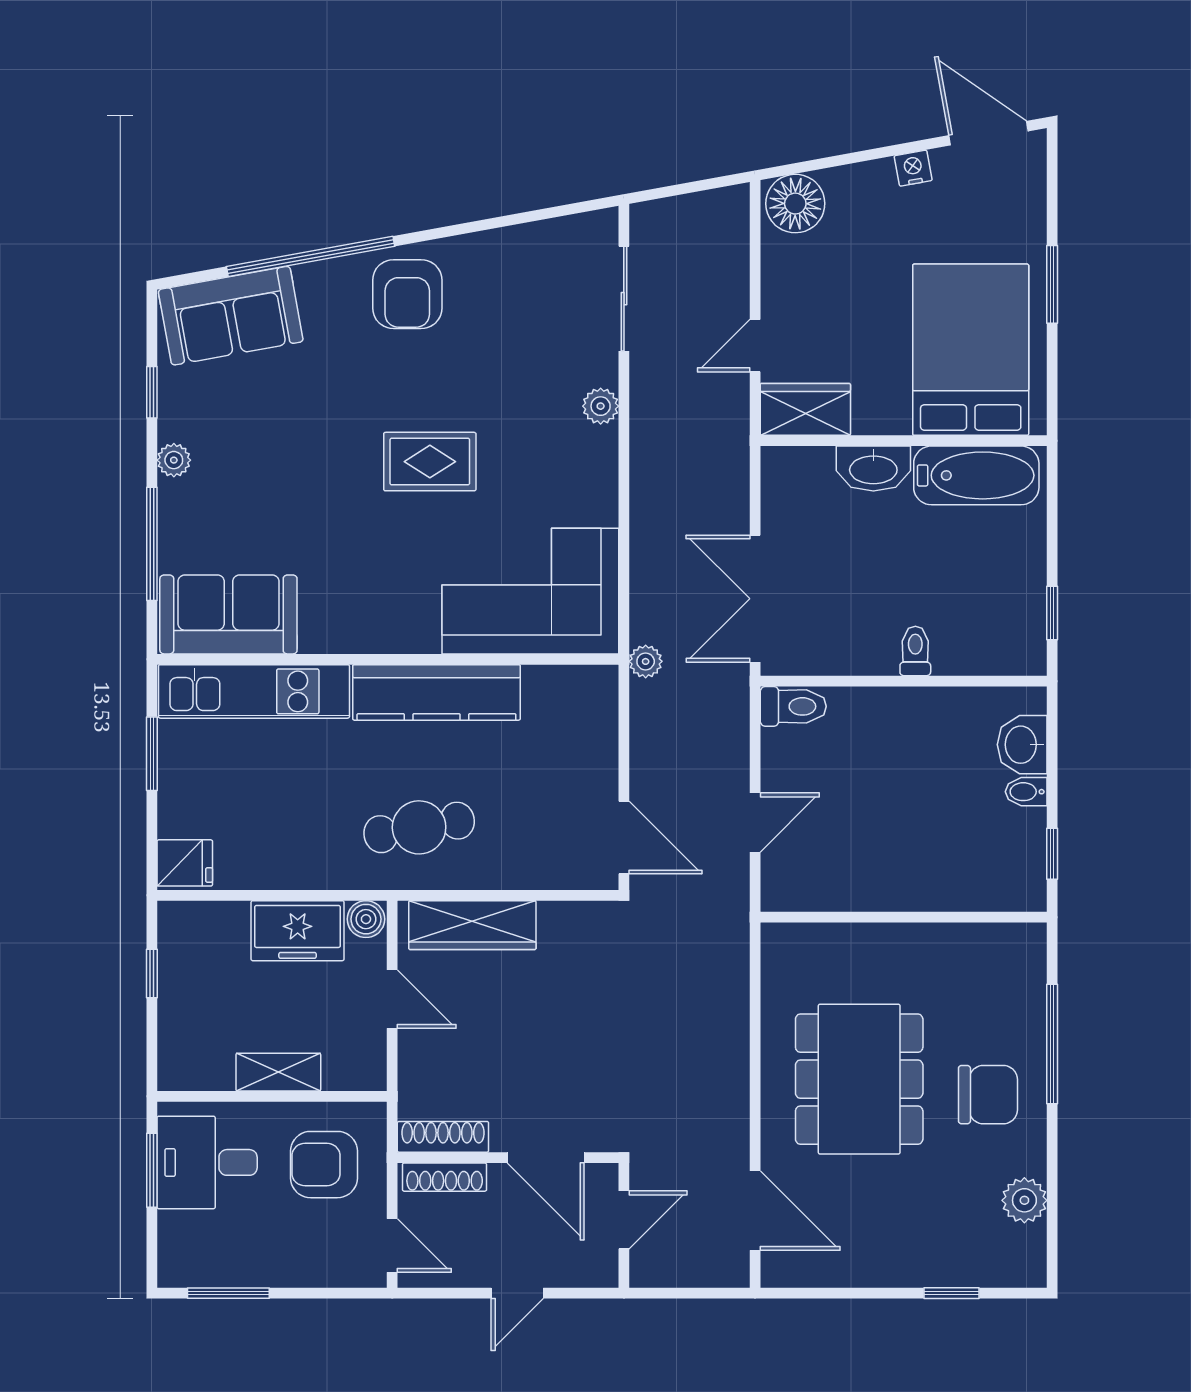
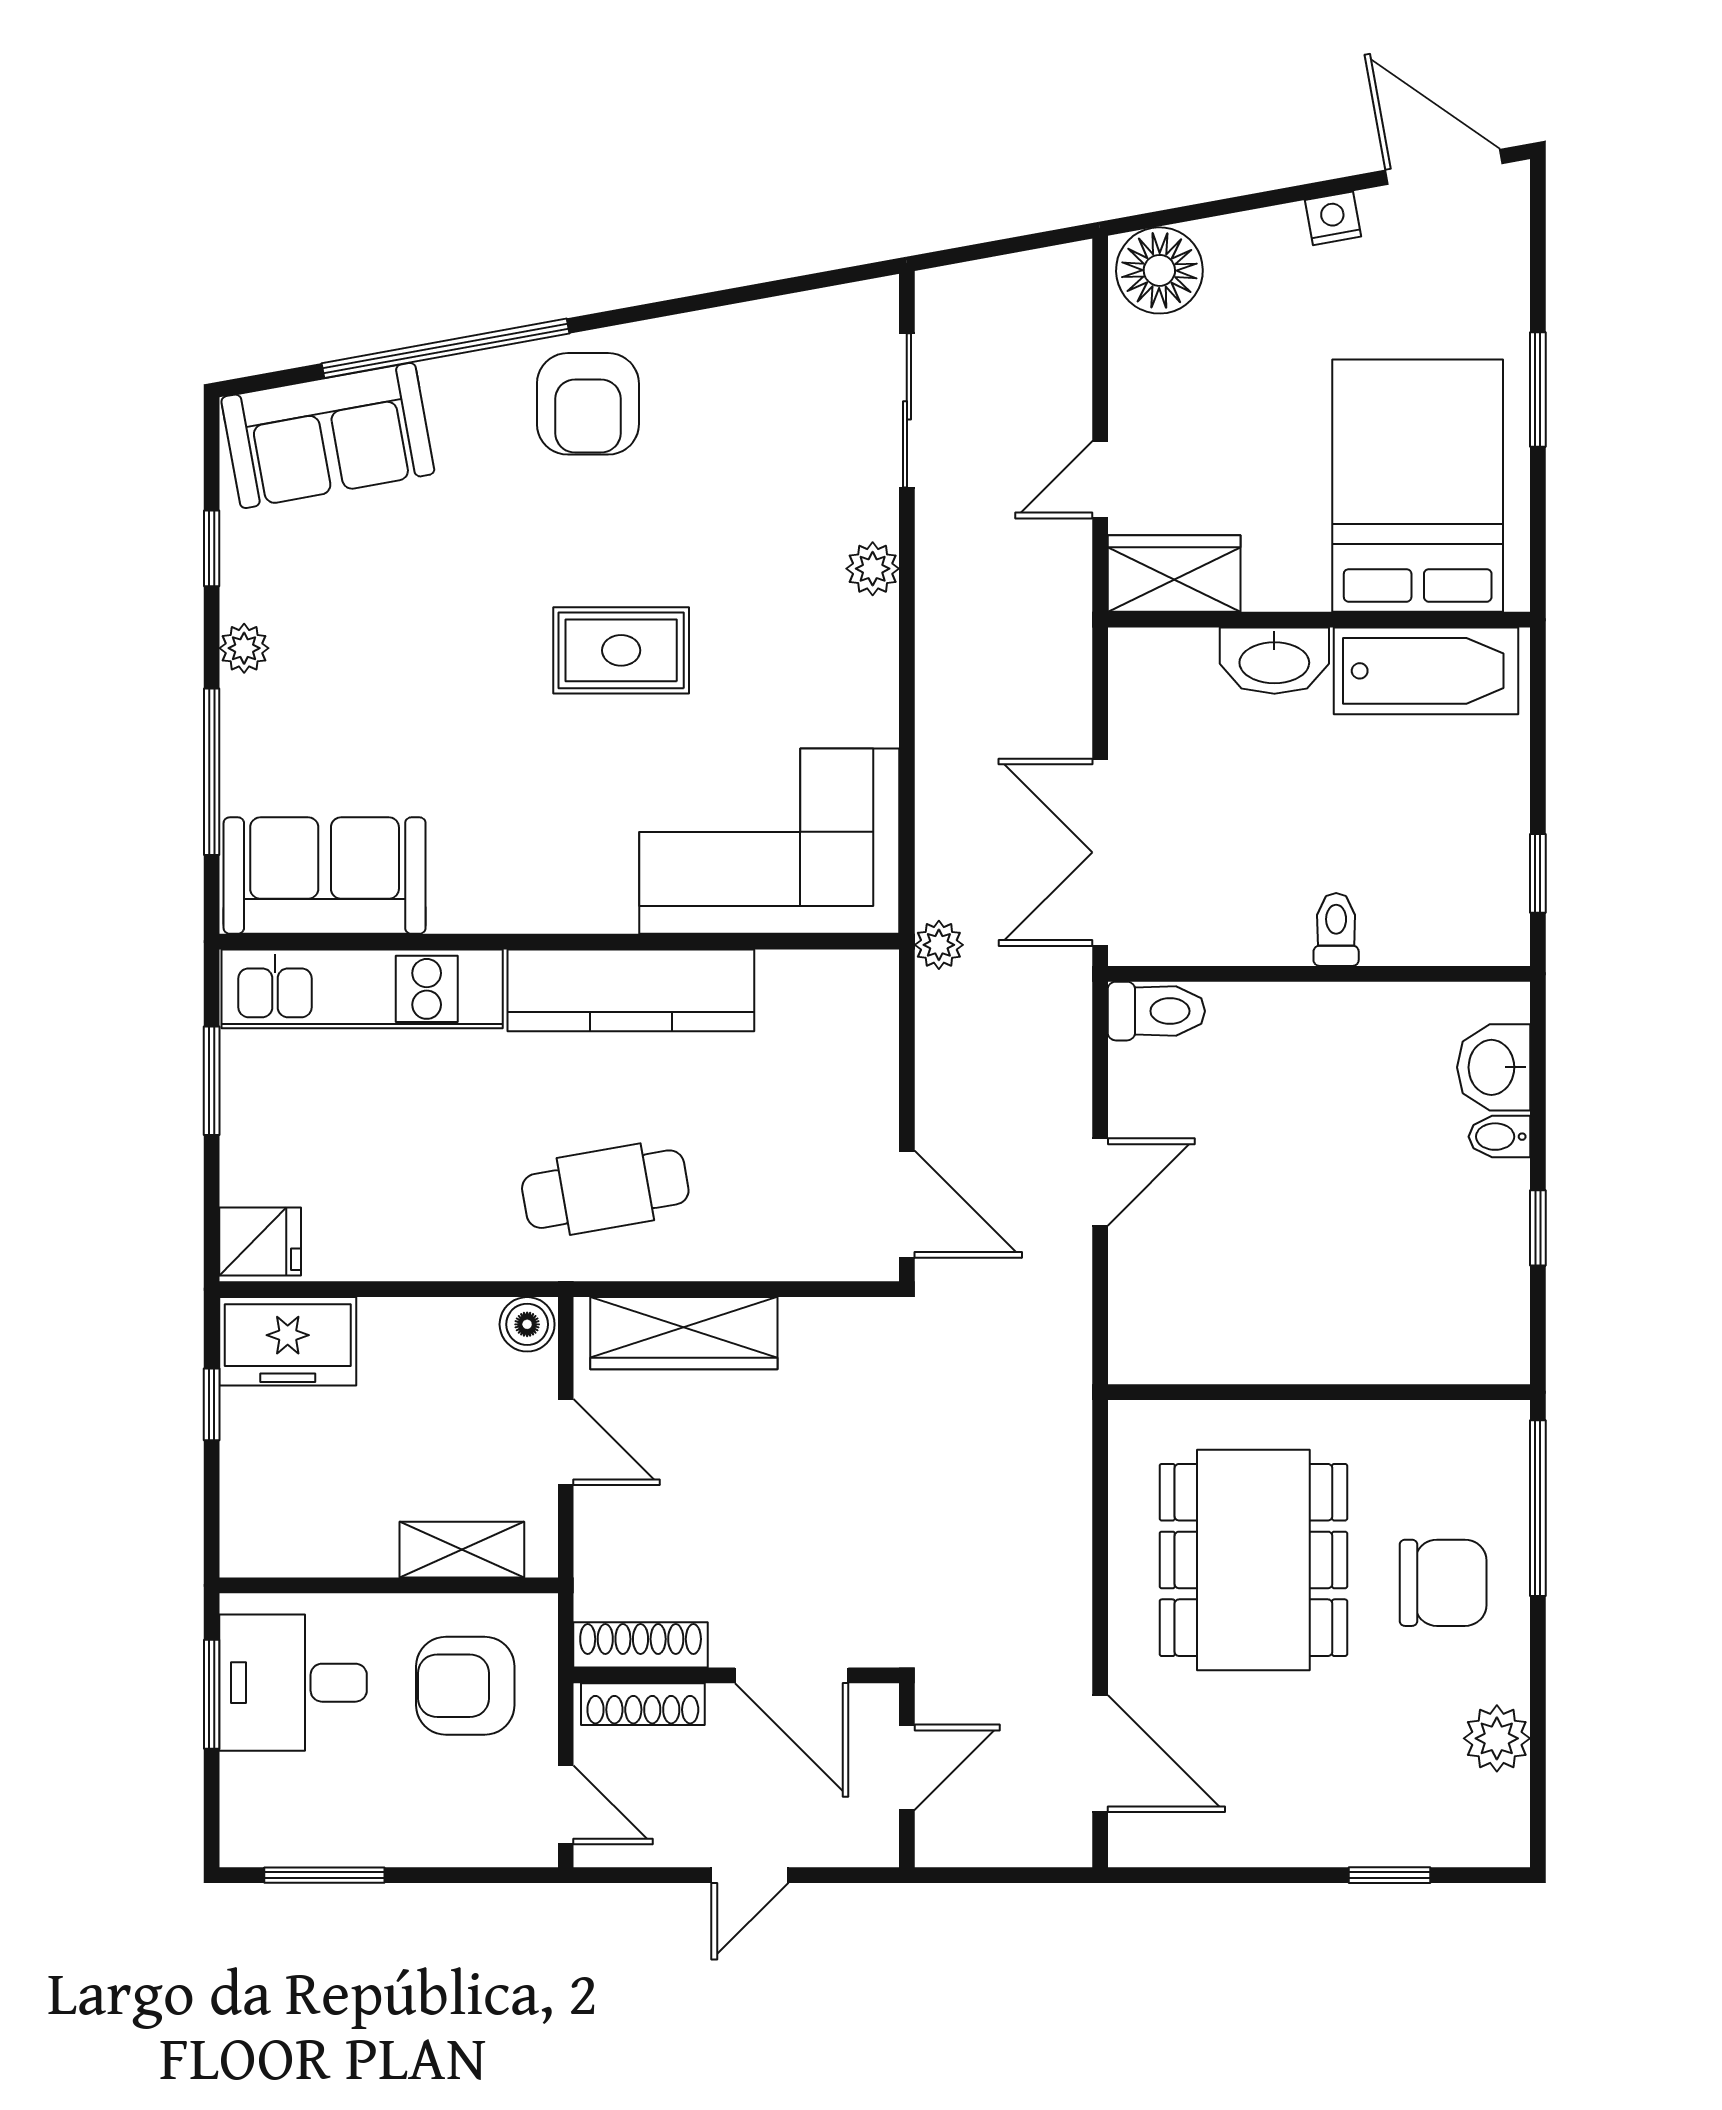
wall: (904, 917) -> (1319, 1392), moved
freezer: (298, 931) -> (288, 1341), moved
shelving: (278, 1072) -> (462, 1550), moved

